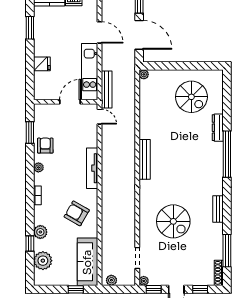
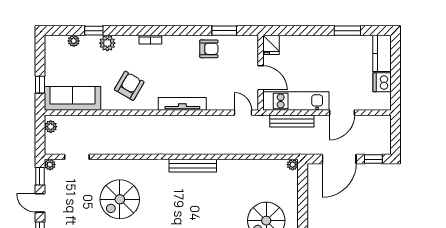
fridge: (42, 64) -> (271, 45), moved
bench: (107, 89) -> (292, 121), moved
door: (99, 117) -> (243, 113), swing flipped
plant: (38, 167) -> (183, 41), removed
plant: (43, 261) -> (74, 41), width x0.53, depth x0.53

